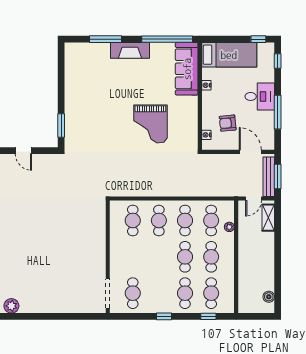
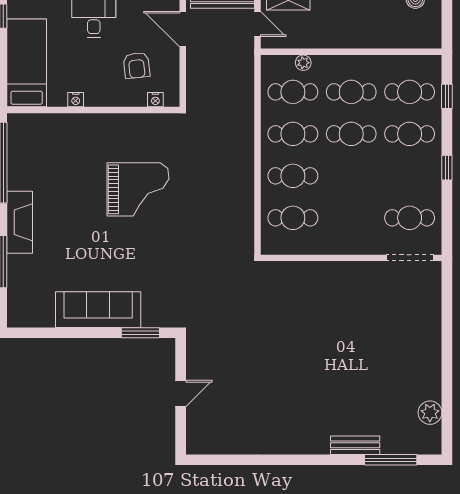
sofa: (187, 69) -> (98, 310), moved, turned 180
door: (250, 152) -> (183, 29), hinge flipped

